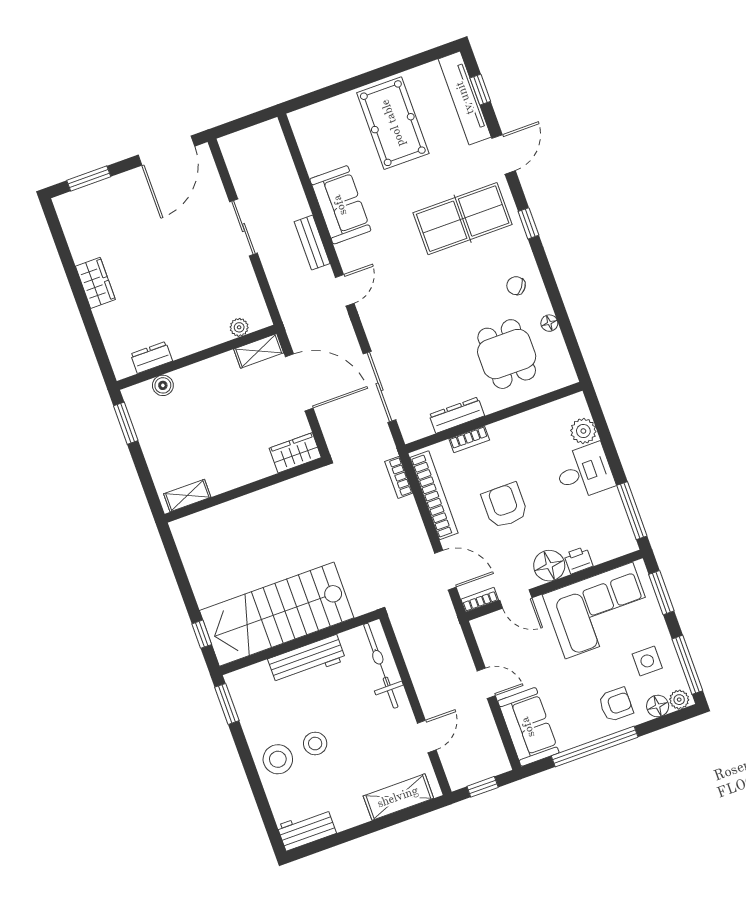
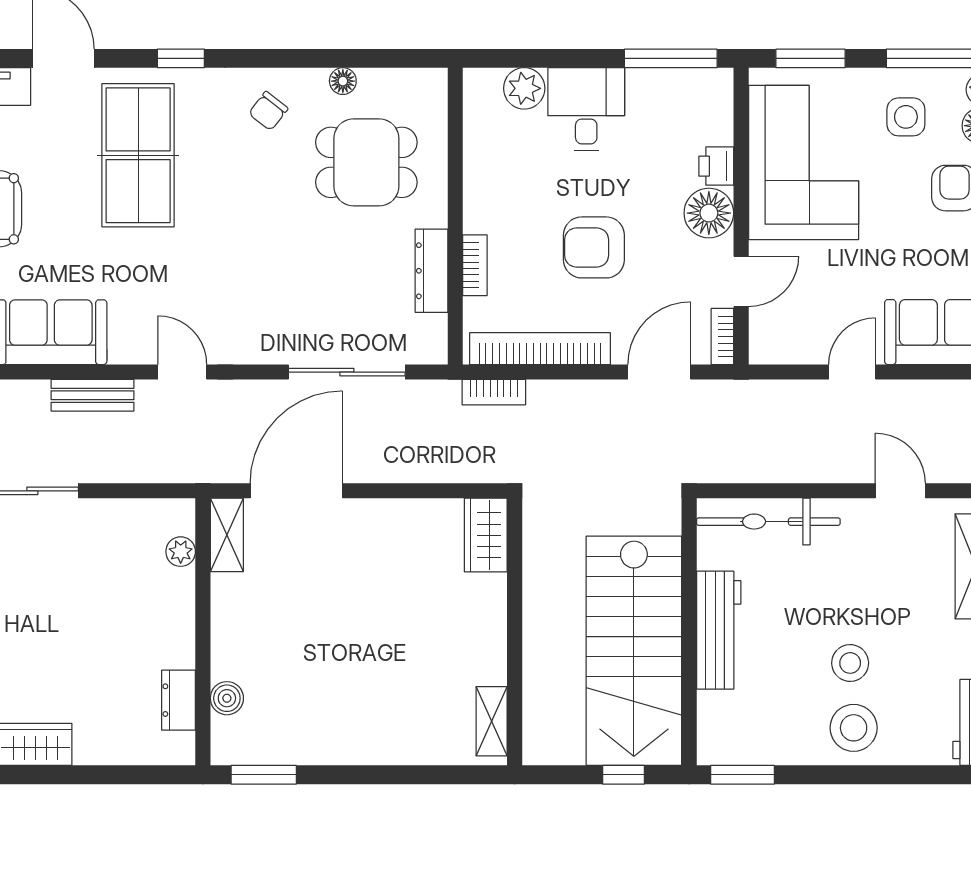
wardrobe: (295, 453) -> (486, 535), moved
wall: (245, 490) -> (515, 632), moved
shelving: (187, 495) -> (492, 721), moved

